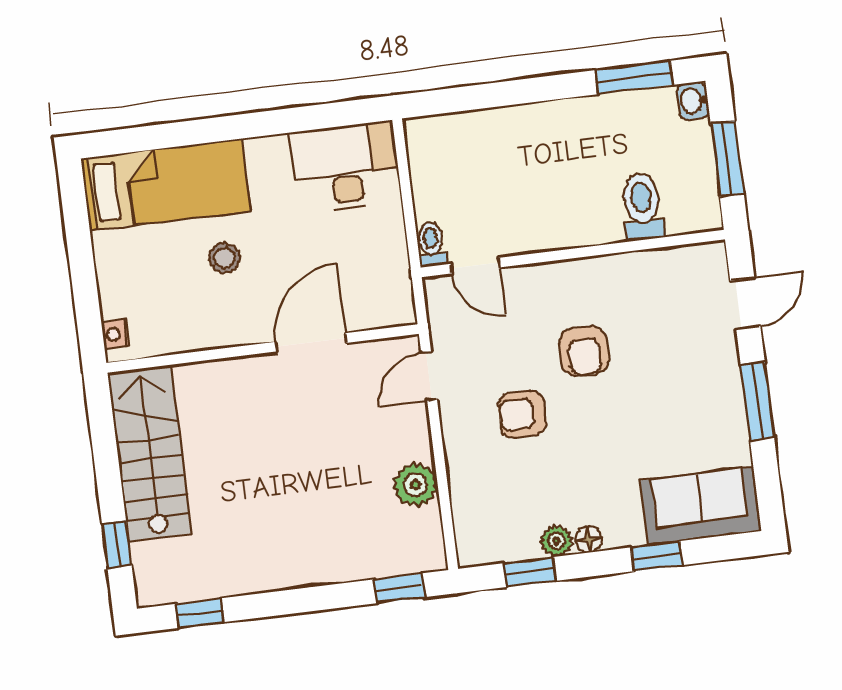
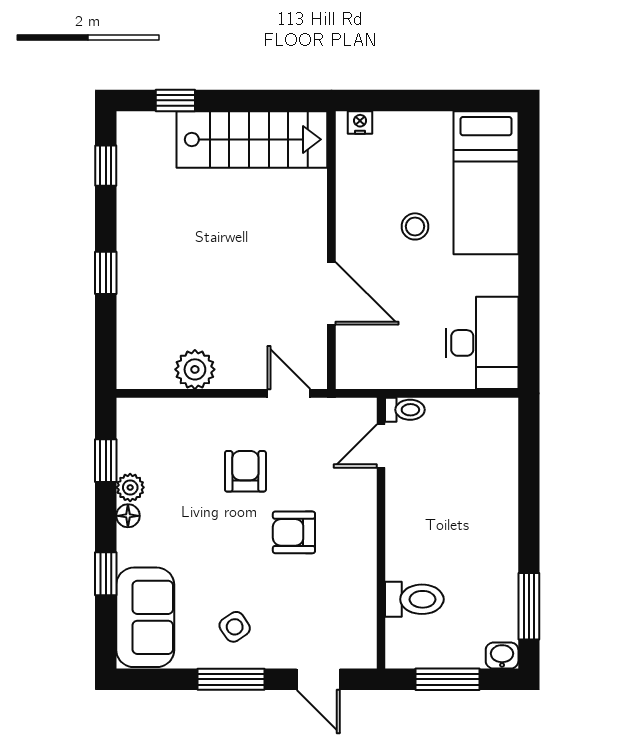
side table: (698, 404) -> (235, 627), added
window: (399, 588) -> (106, 273), moved

